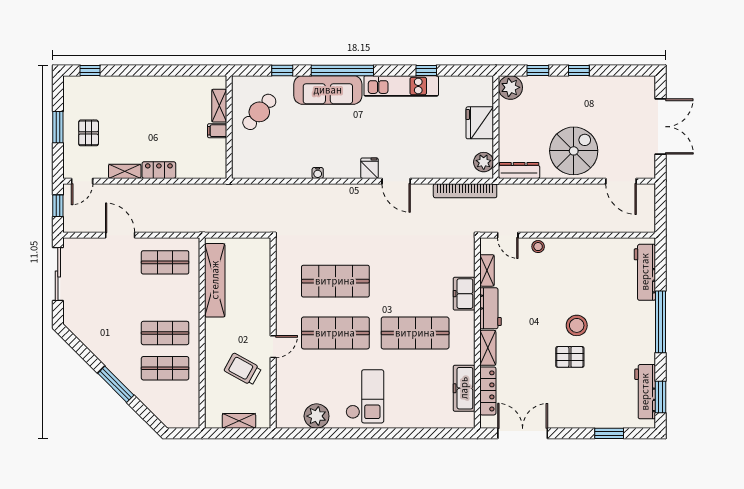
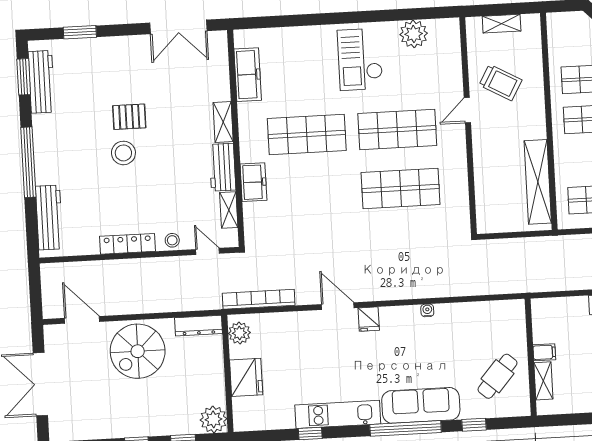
locker: (488, 391) -> (127, 244), moved, turned 90

